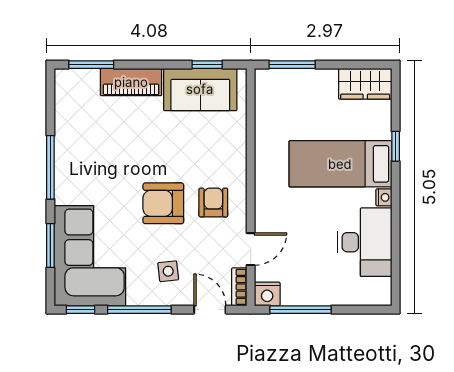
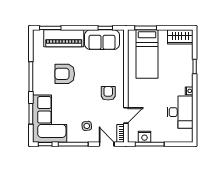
piano: (131, 82) -> (64, 38), width x1.37, depth x1.33
bed: (340, 164) -> (147, 54), moved, turned -90
armchair: (163, 203) -> (65, 74), moved
nightstand: (267, 294) -> (145, 137), moved

